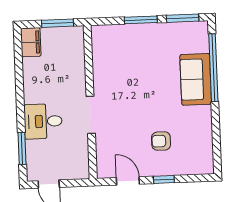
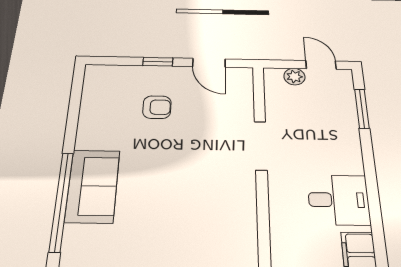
desk: (43, 121) -> (339, 200), moved
plant: (68, 173) -> (294, 77), added

